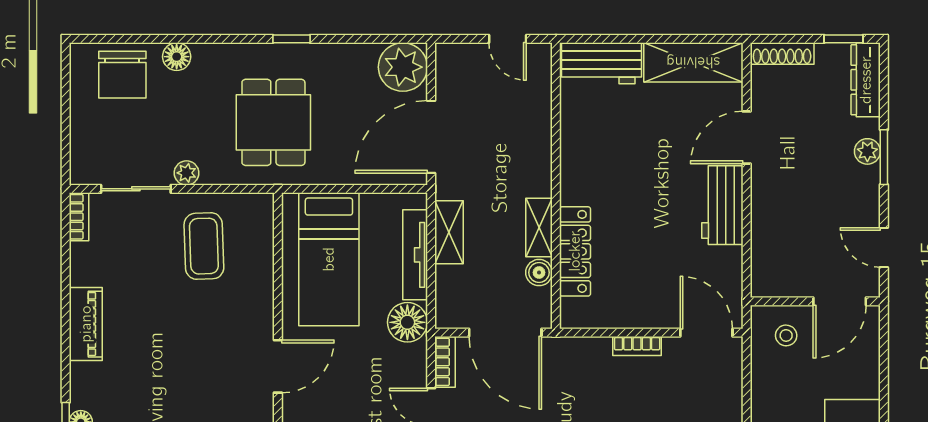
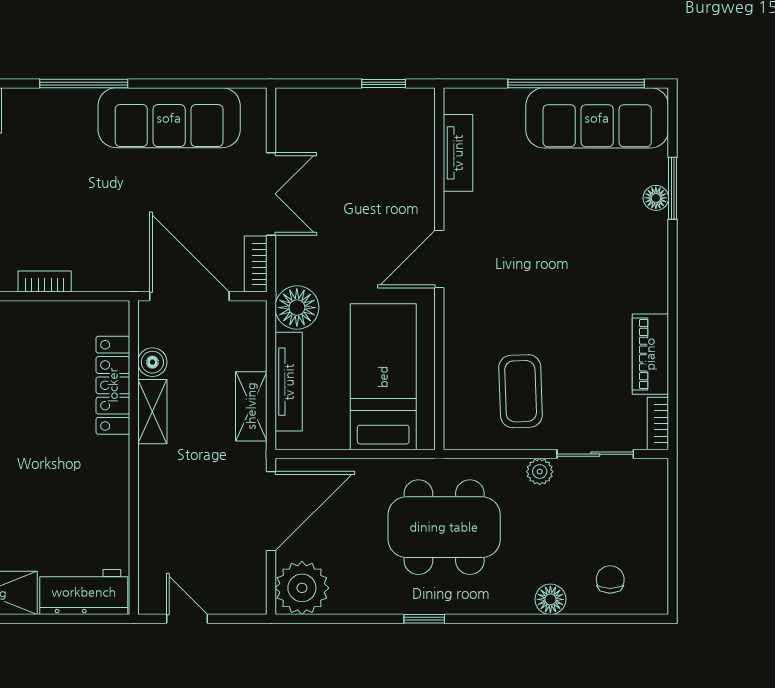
chair: (122, 75) -> (610, 580), width x0.54, depth x0.54
dining table: (273, 122) -> (444, 527), width x1.38
piano: (86, 324) -> (650, 354), moved

